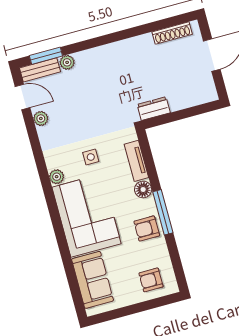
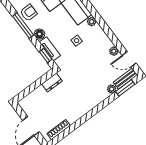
window: (147, 153) -> (46, 55), added

